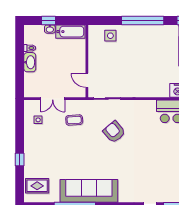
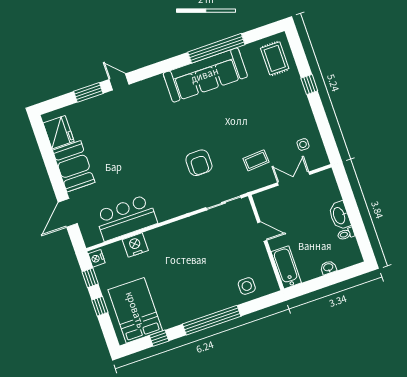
window: (48, 21) -> (334, 278), removed
bathtub: (70, 32) -> (286, 267), moved, turned 90
door: (87, 80) -> (262, 232), moved
armchair: (114, 132) -> (199, 163), turned 40
rug: (37, 186) -> (275, 58), turned 90

